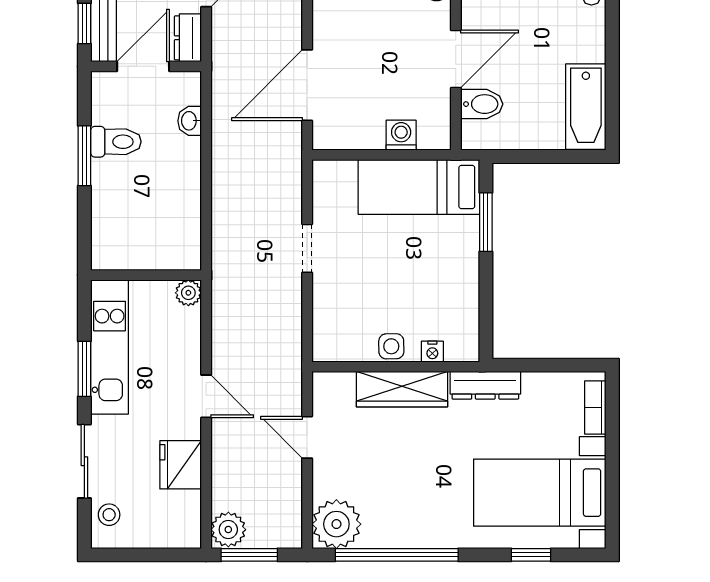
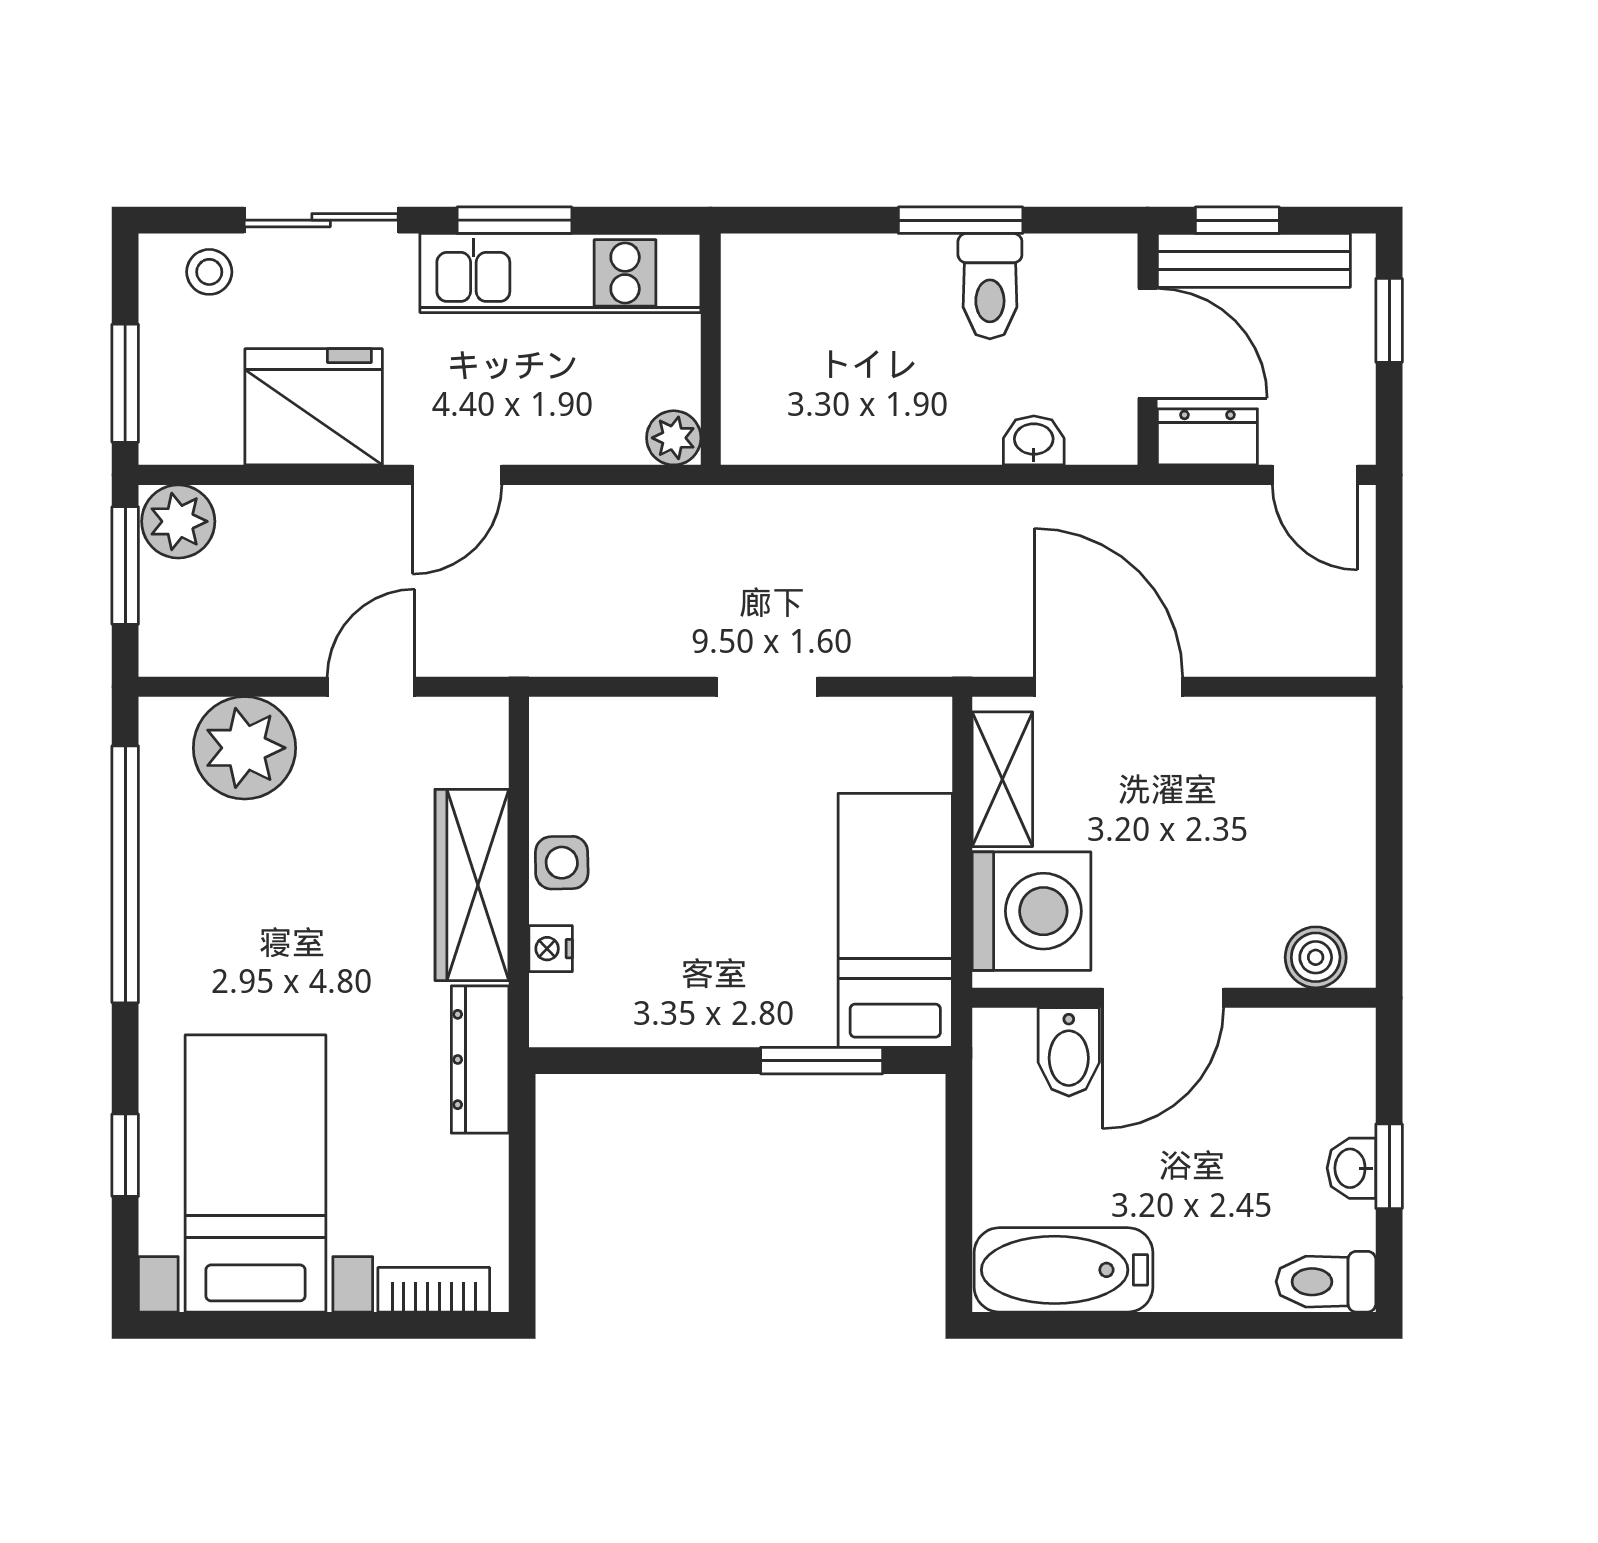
door: (456, 59) -> (1163, 998), hinge flipped
washing machine: (401, 135) -> (1032, 911), width x1.89, depth x1.89
shelving: (351, 136) -> (1002, 779), added
fridge: (181, 465) -> (314, 407), width x1.36, depth x1.34
plant: (336, 524) -> (245, 748), moved
window: (162, 555) -> (125, 383), added

